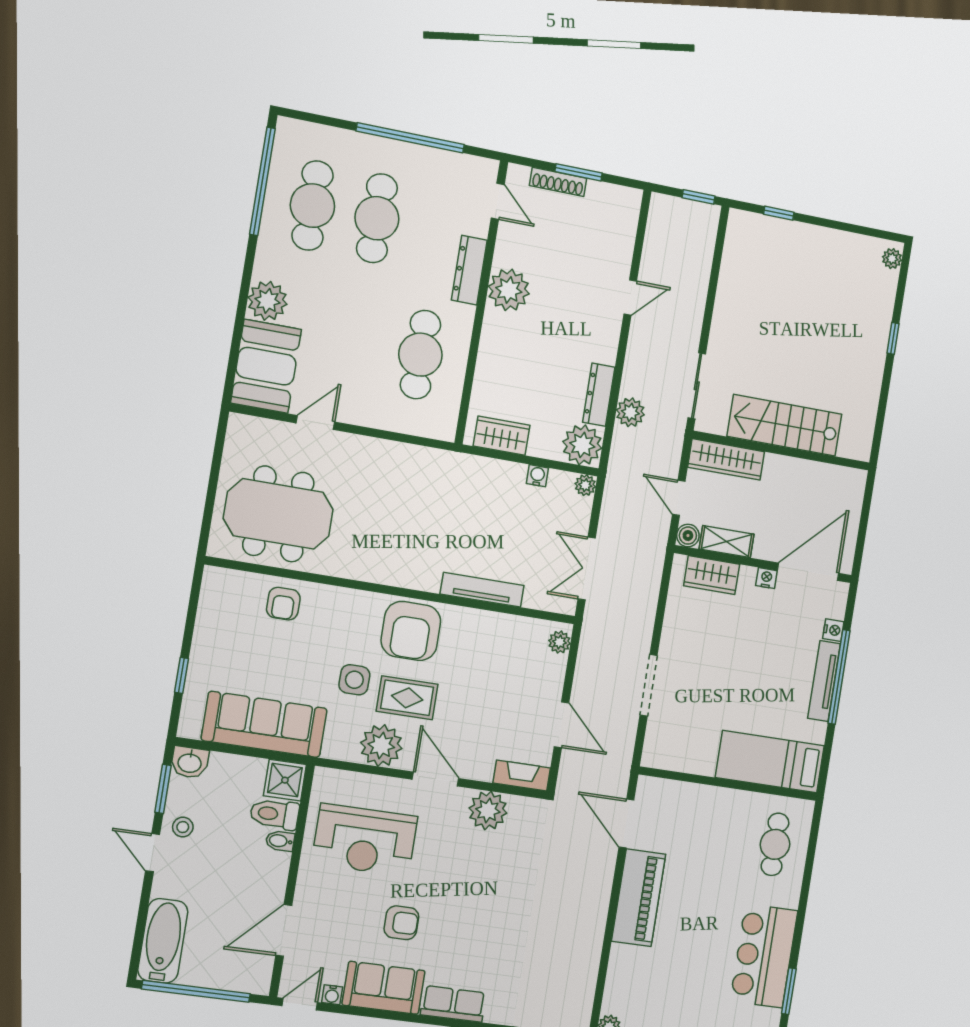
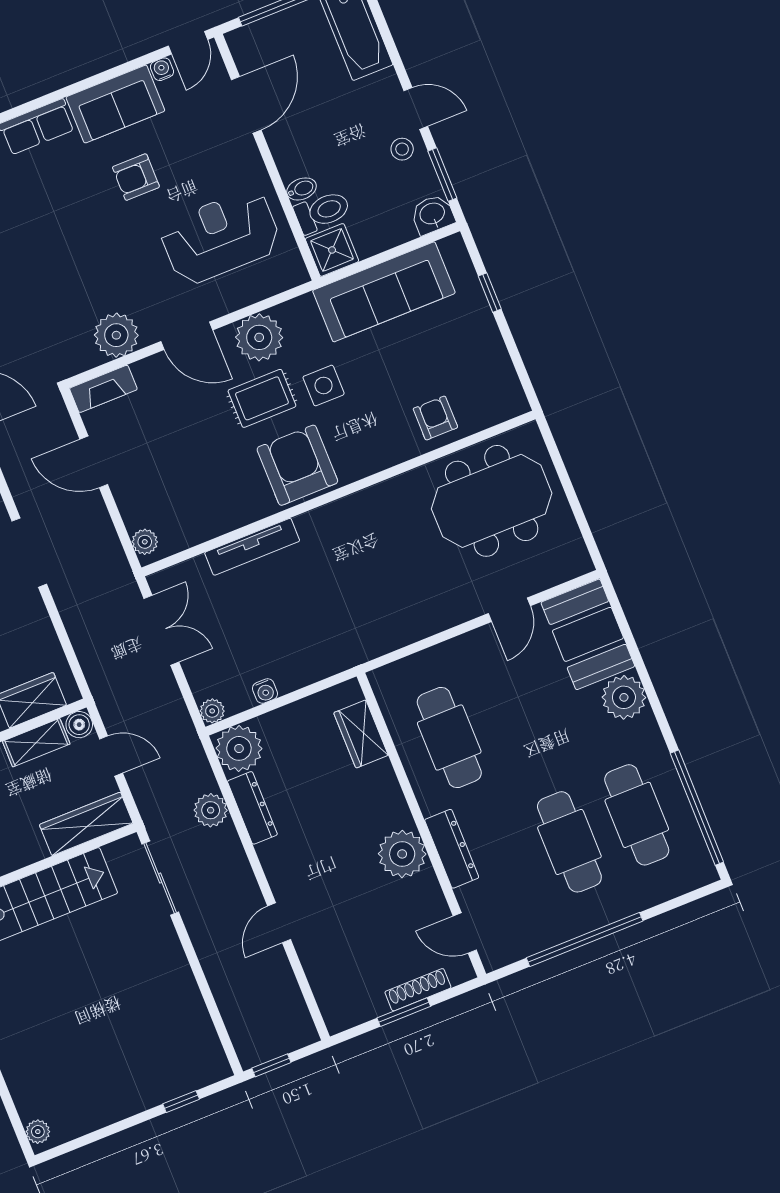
wardrobe: (502, 436) -> (361, 734), moved, turned 90

